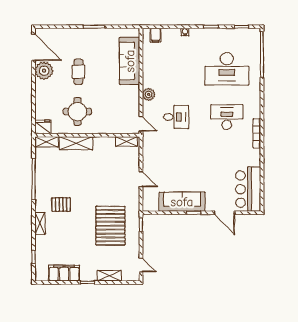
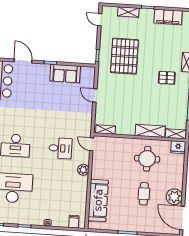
desk: (176, 117) -> (60, 148), turned 180
sofa: (182, 202) -> (65, 74), width x0.73

